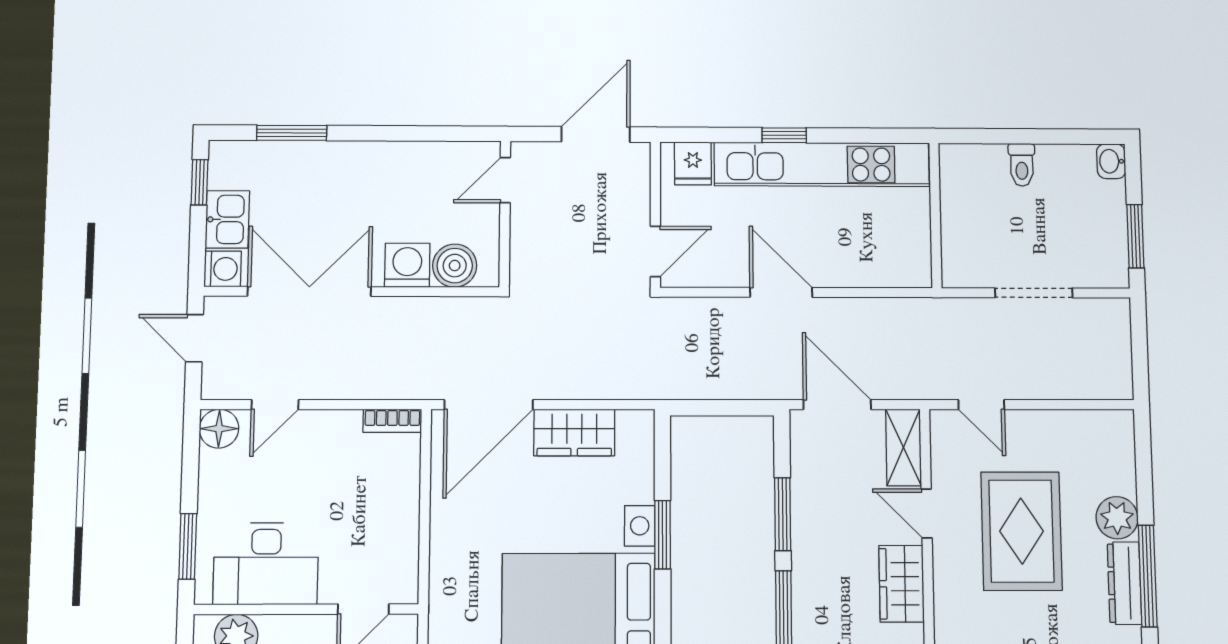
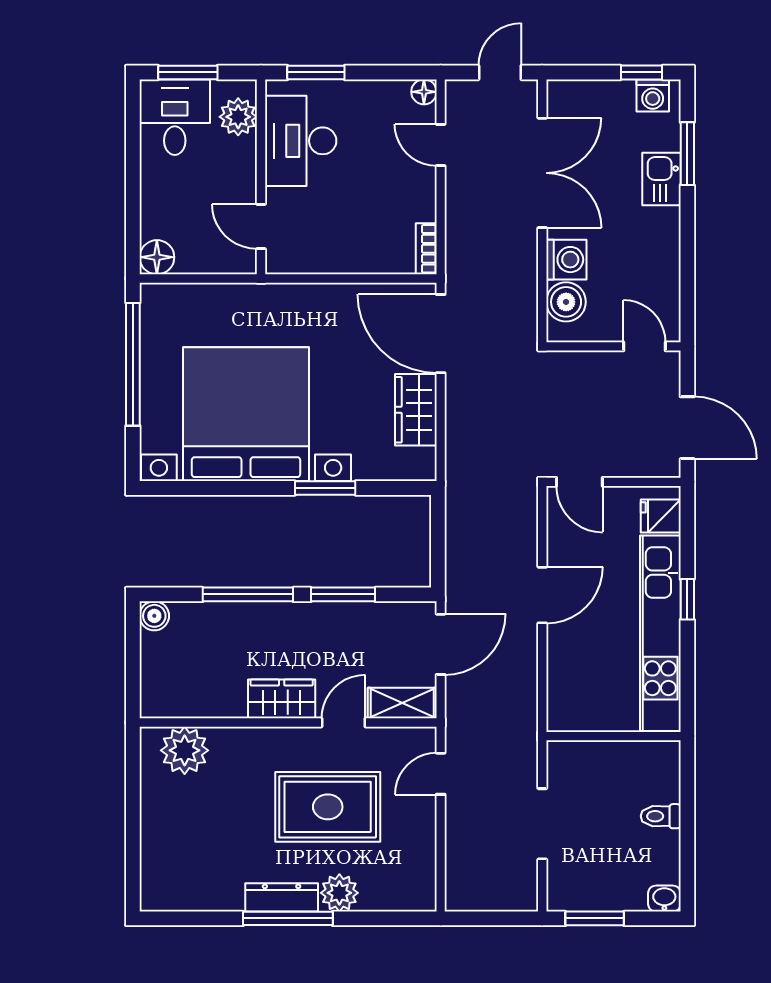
kitchen sink: (227, 219) -> (662, 179), moved, turned 90
washing machine: (223, 269) -> (653, 95), moved
floor lamp: (219, 429) -> (424, 92), width x0.73, depth x0.73

